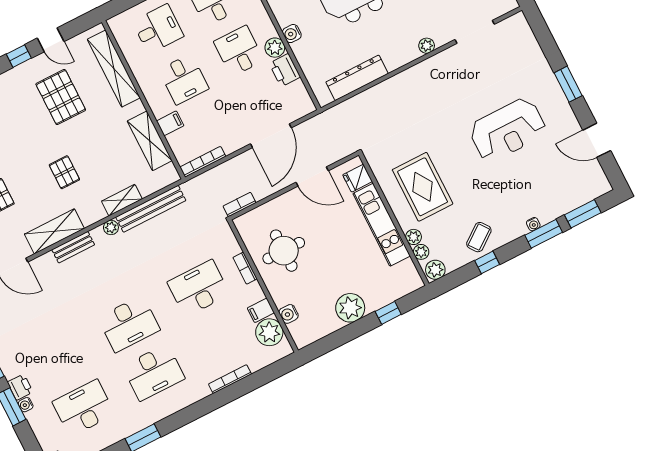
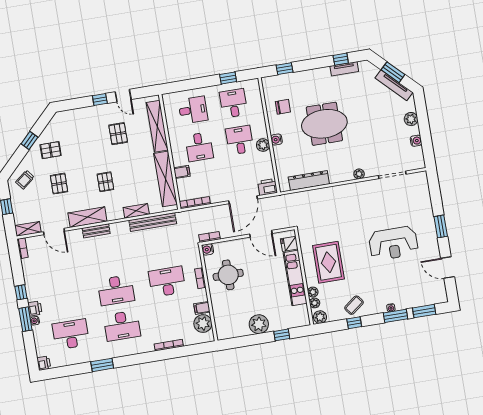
printer: (285, 70) -> (268, 187), moved, turned 90
pallet: (61, 97) -> (118, 134), width x0.67, depth x0.71
shelving: (150, 141) -> (166, 179), width x1.47
plant: (111, 227) -> (124, 226), removed
water cooler: (289, 314) -> (208, 249), moved

